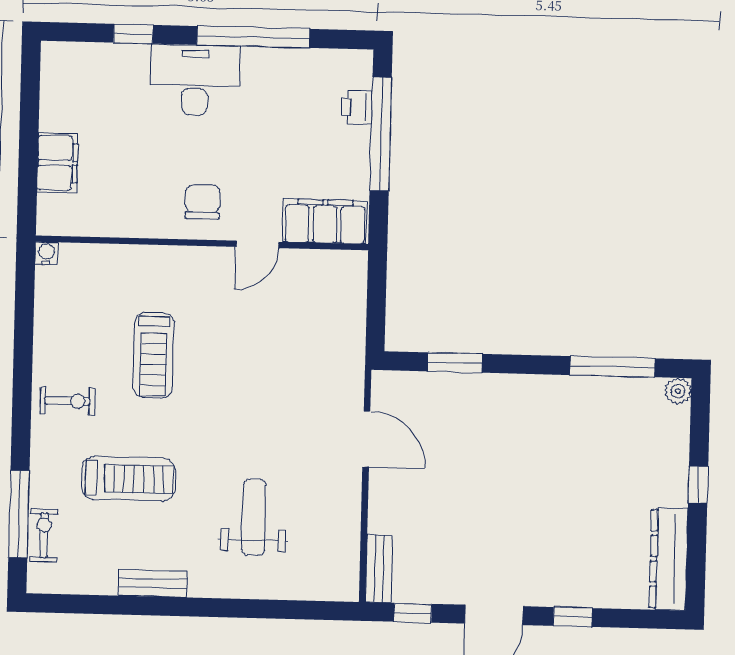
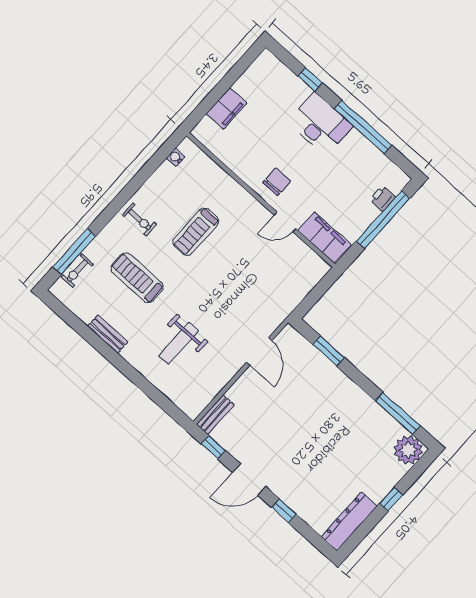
water cooler: (46, 253) -> (176, 157), moved, turned -90
plant: (678, 391) -> (408, 450), width x1.88, depth x1.88
treadmill: (128, 479) -> (137, 278), turned 180
weight bench: (254, 517) -> (179, 343), turned 180
exercise bike: (44, 535) -> (77, 271), turned 180

